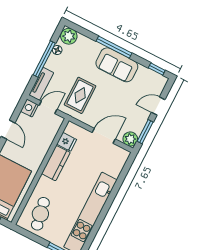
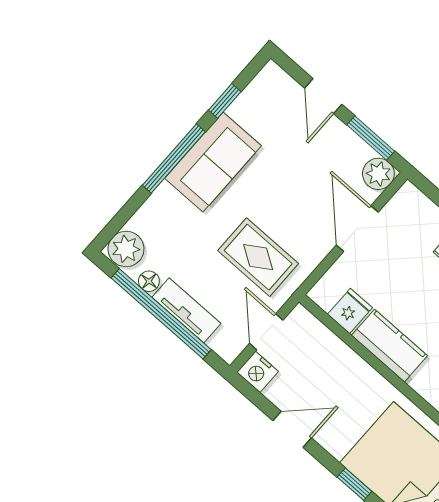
window: (44, 59) -> (161, 314), width x1.46
window: (157, 69) -> (225, 101), moved
tv unit: (41, 84) -> (186, 310), moved

